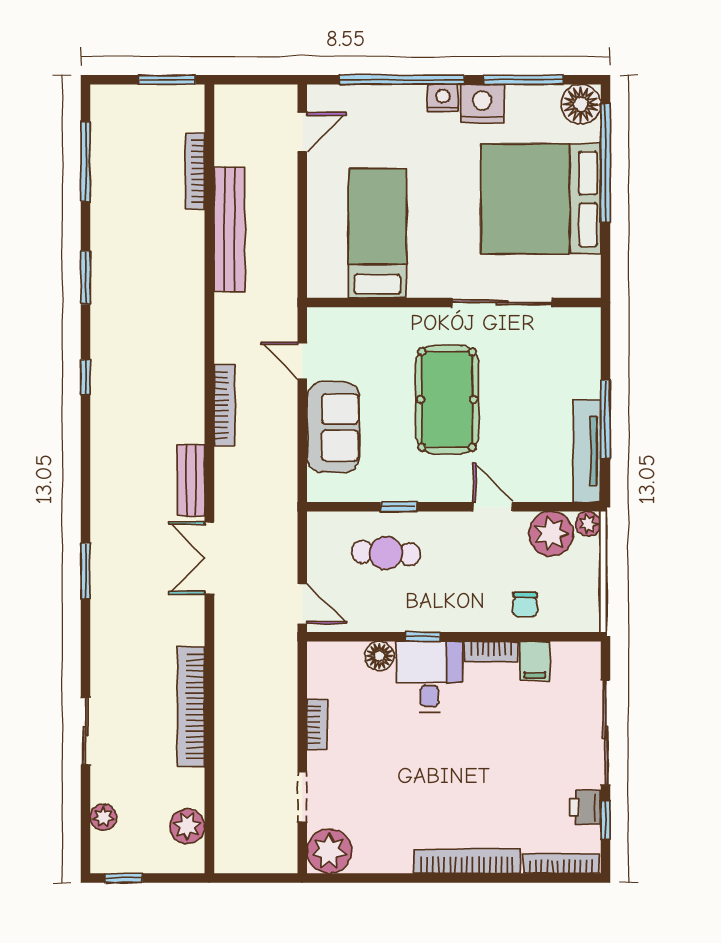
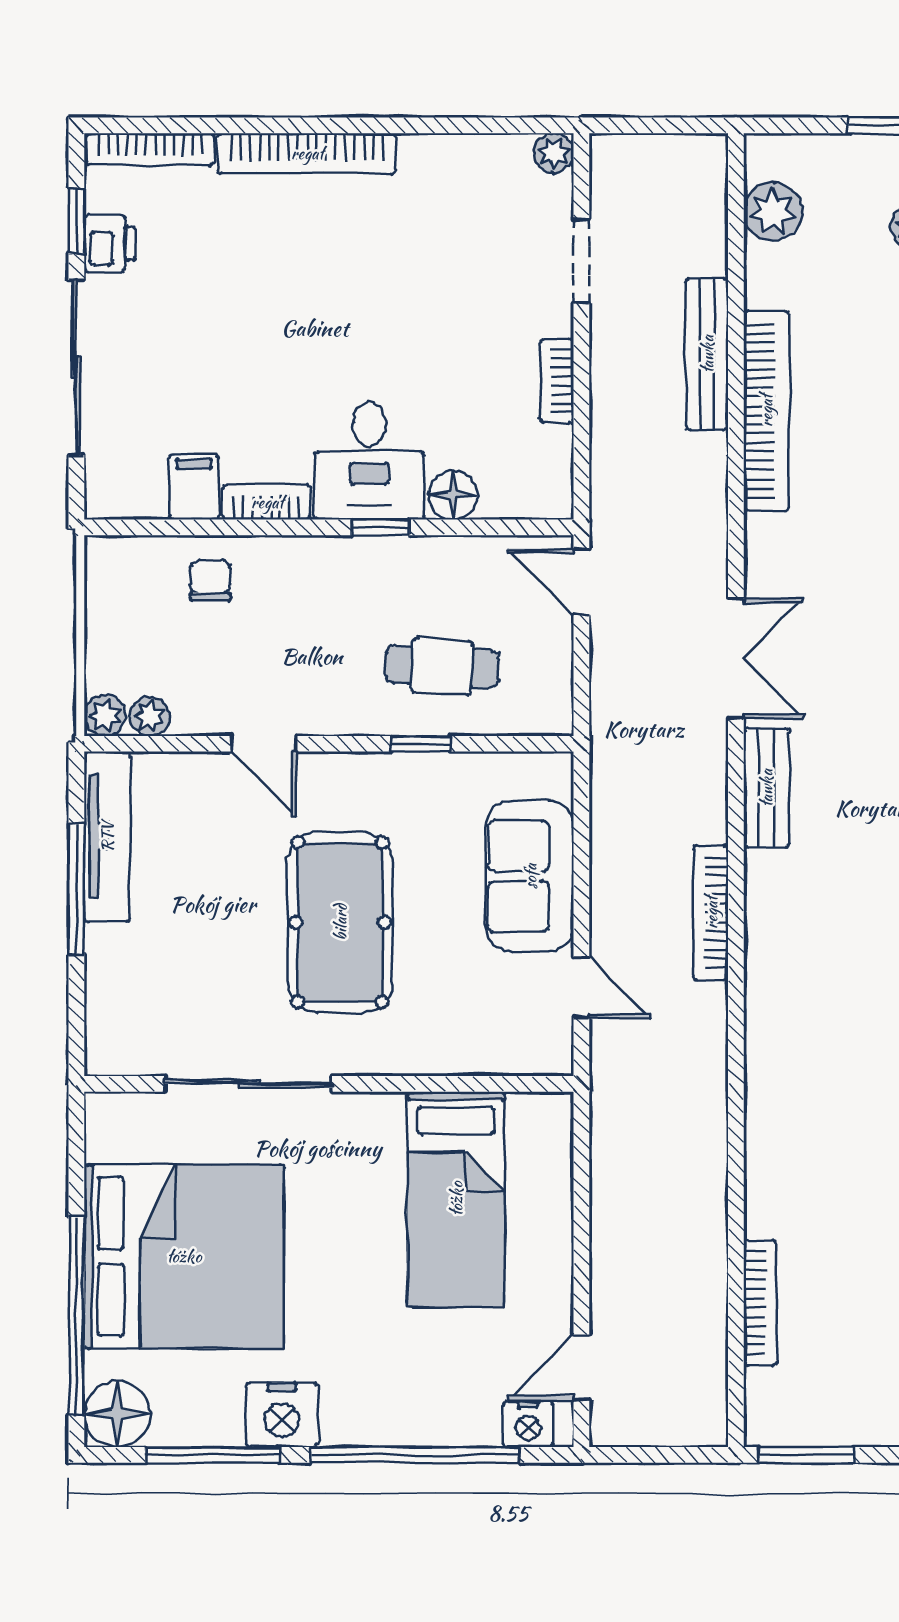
nightstand: (443, 98) -> (528, 1424), moved
bench: (229, 229) -> (707, 354), moved, width x0.73, depth x0.82
plant: (551, 534) -> (149, 716), width x0.53, depth x0.53
plant: (329, 851) -> (554, 153), width x0.53, depth x0.53

